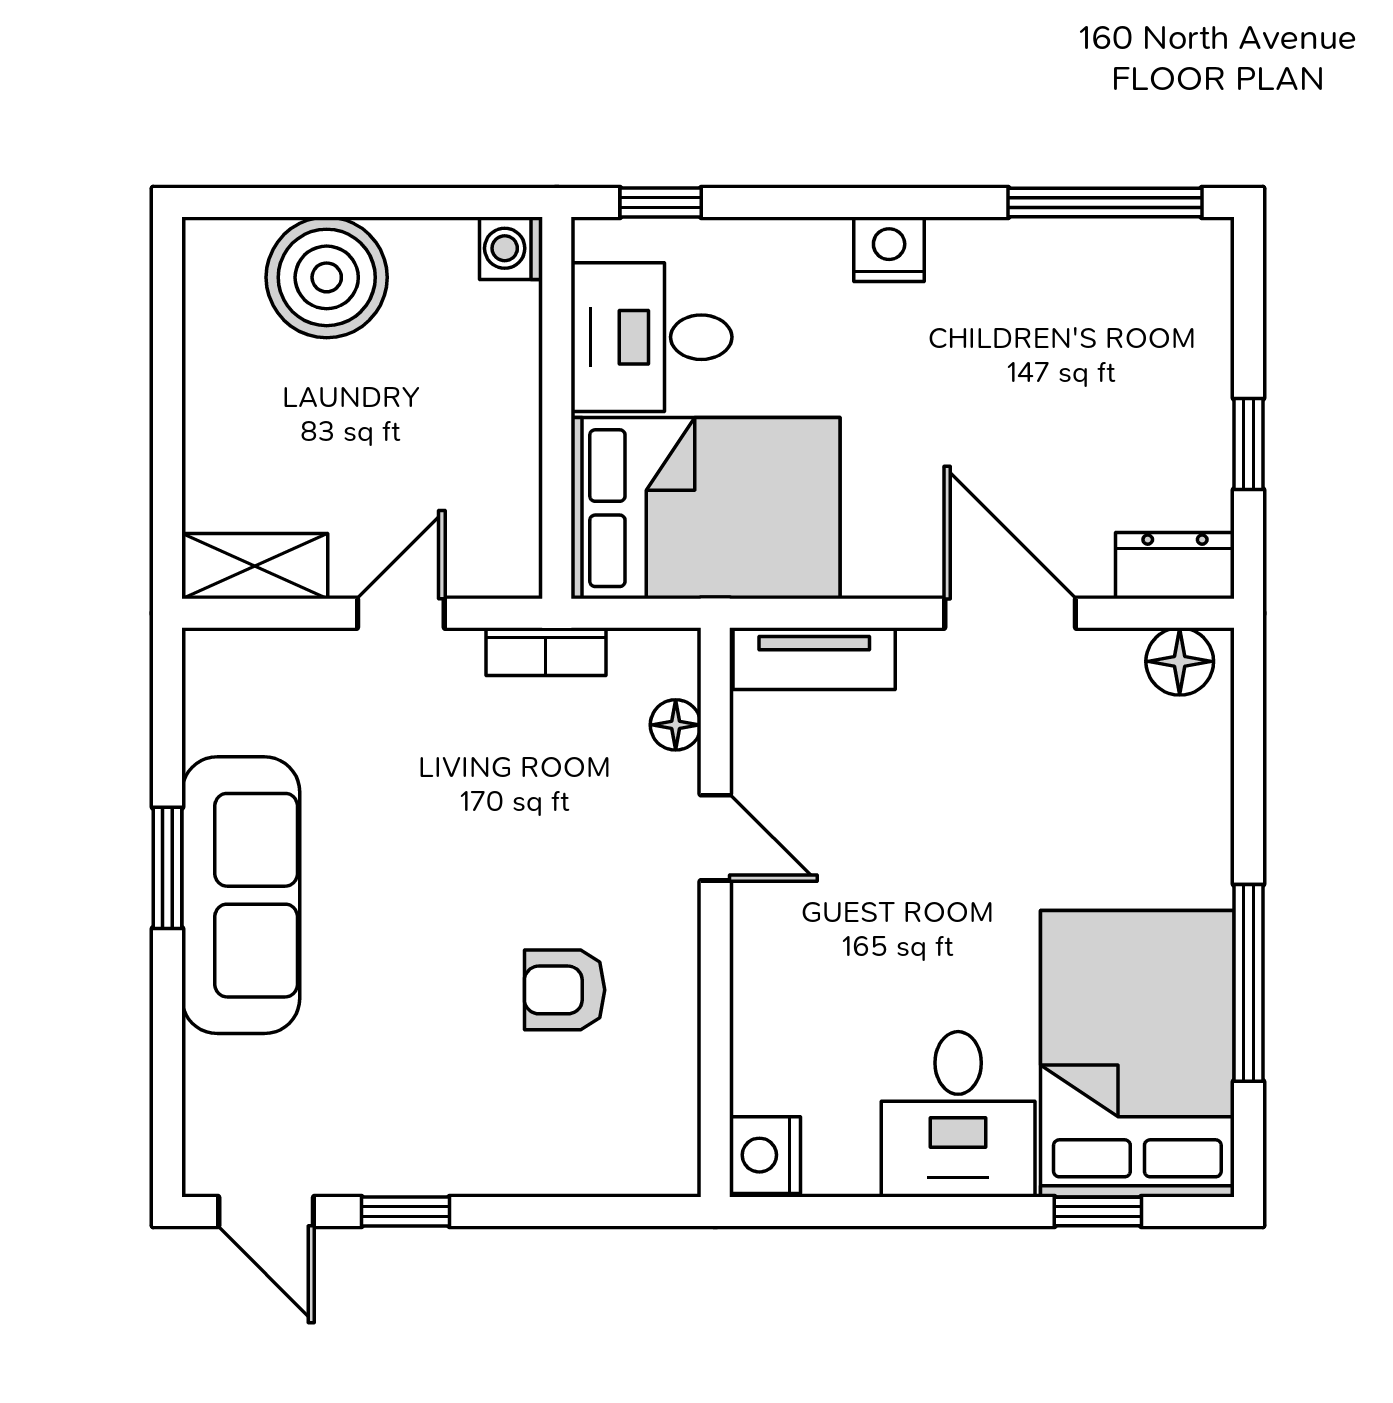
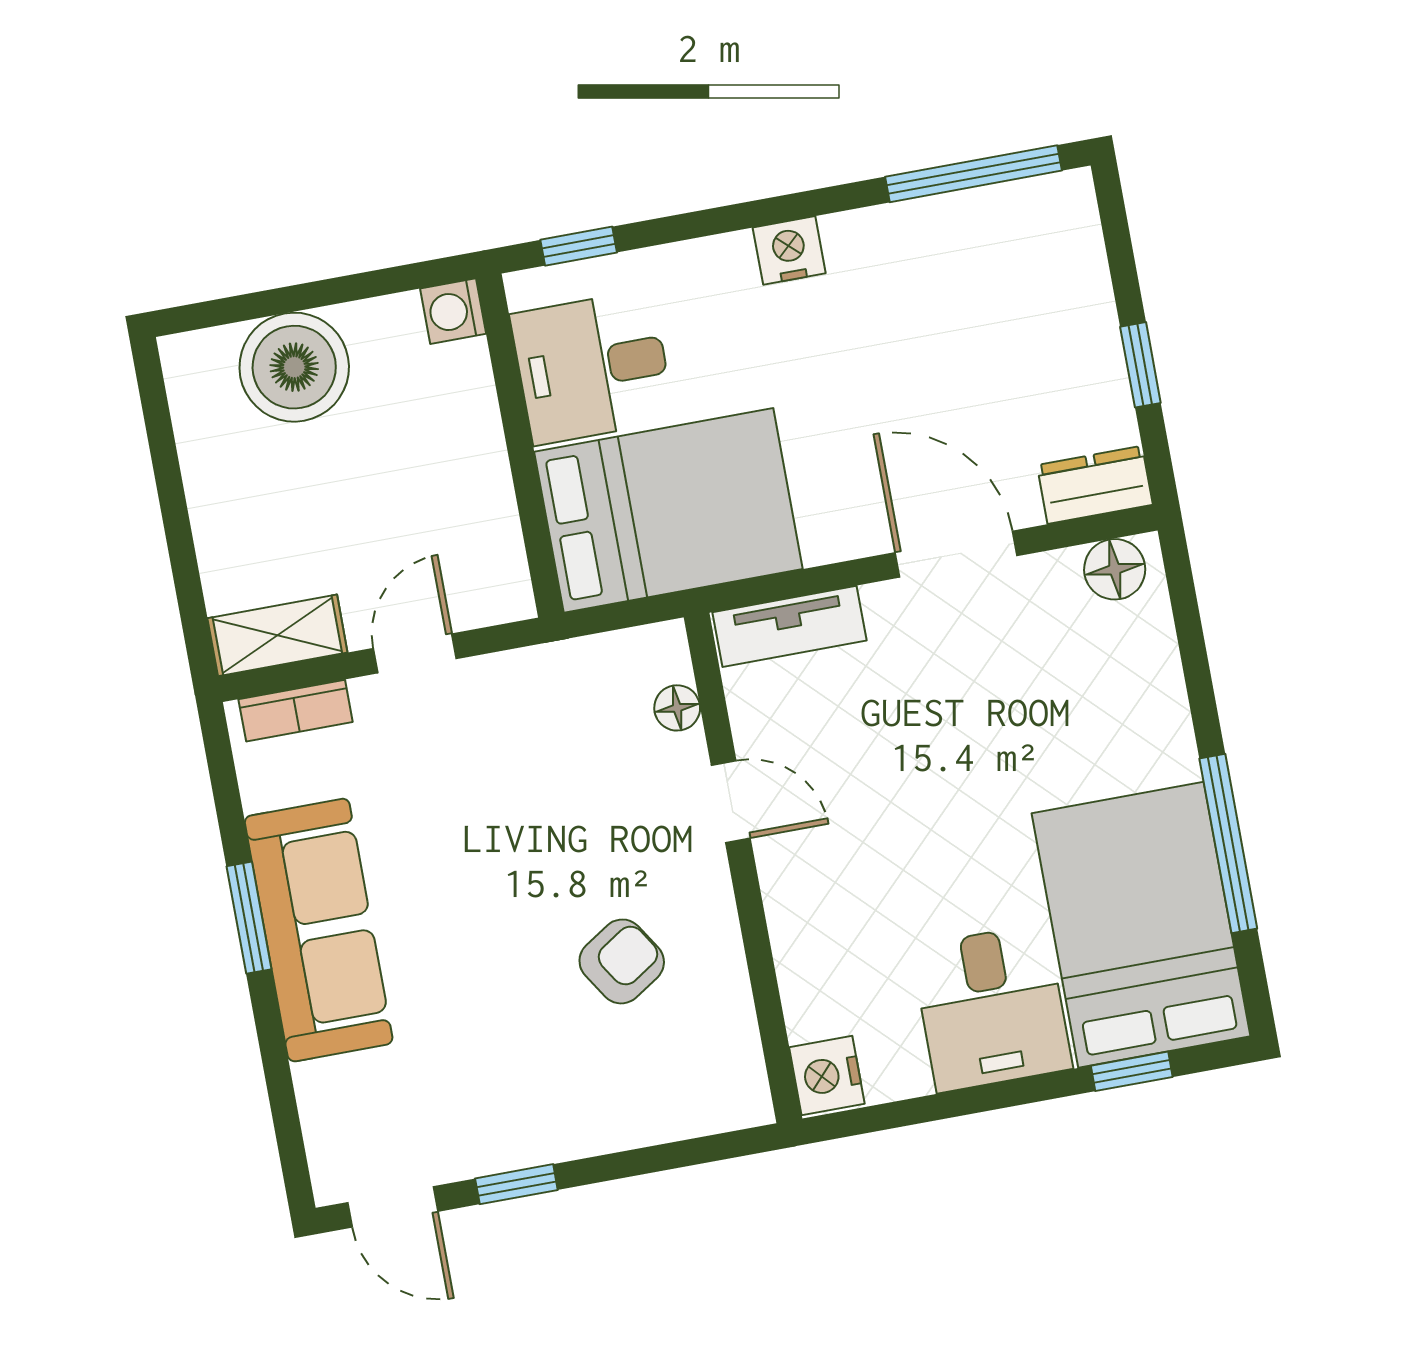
bookcase: (546, 652) -> (296, 711), moved
armchair: (565, 990) -> (622, 961), turned 147

